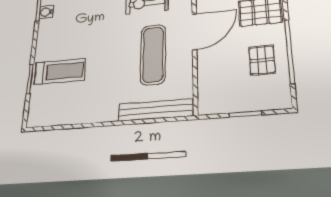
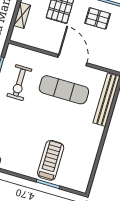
door: (194, 32) -> (72, 60), moved

